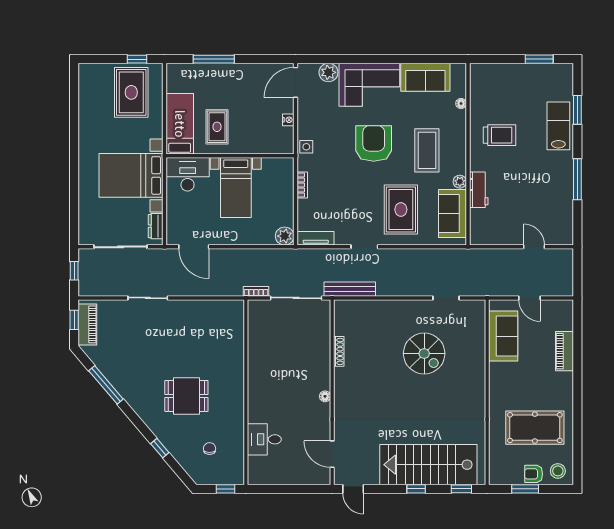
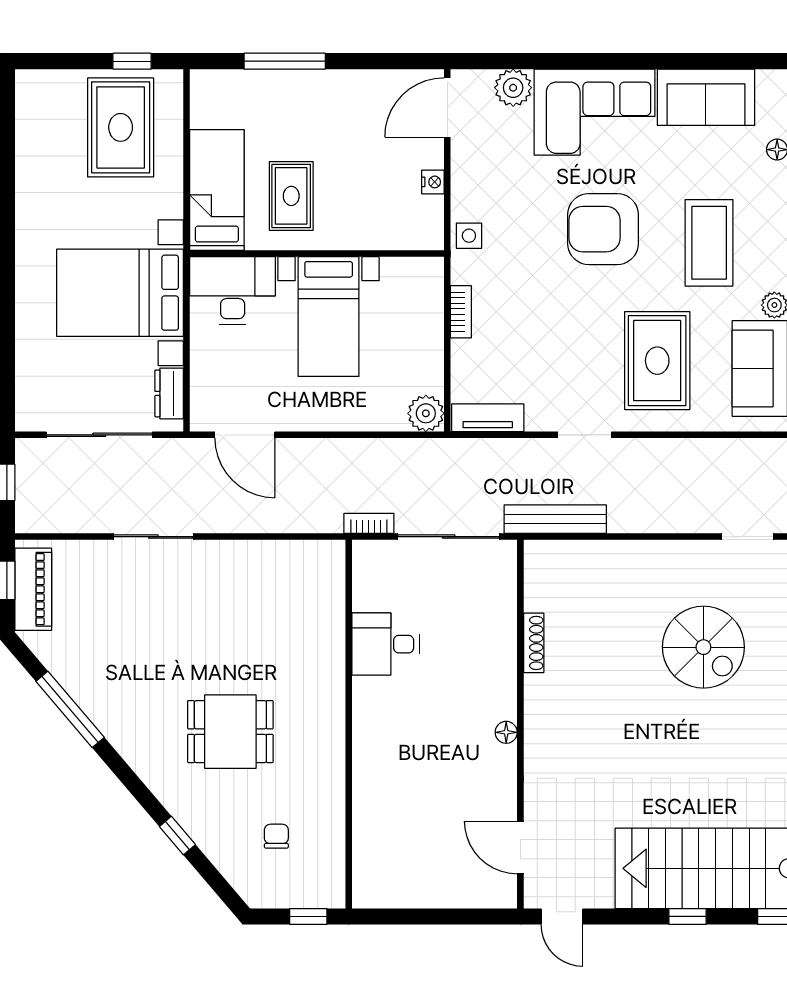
armchair: (374, 143) -> (603, 229), turned -90
desk: (264, 439) -> (385, 644), moved

